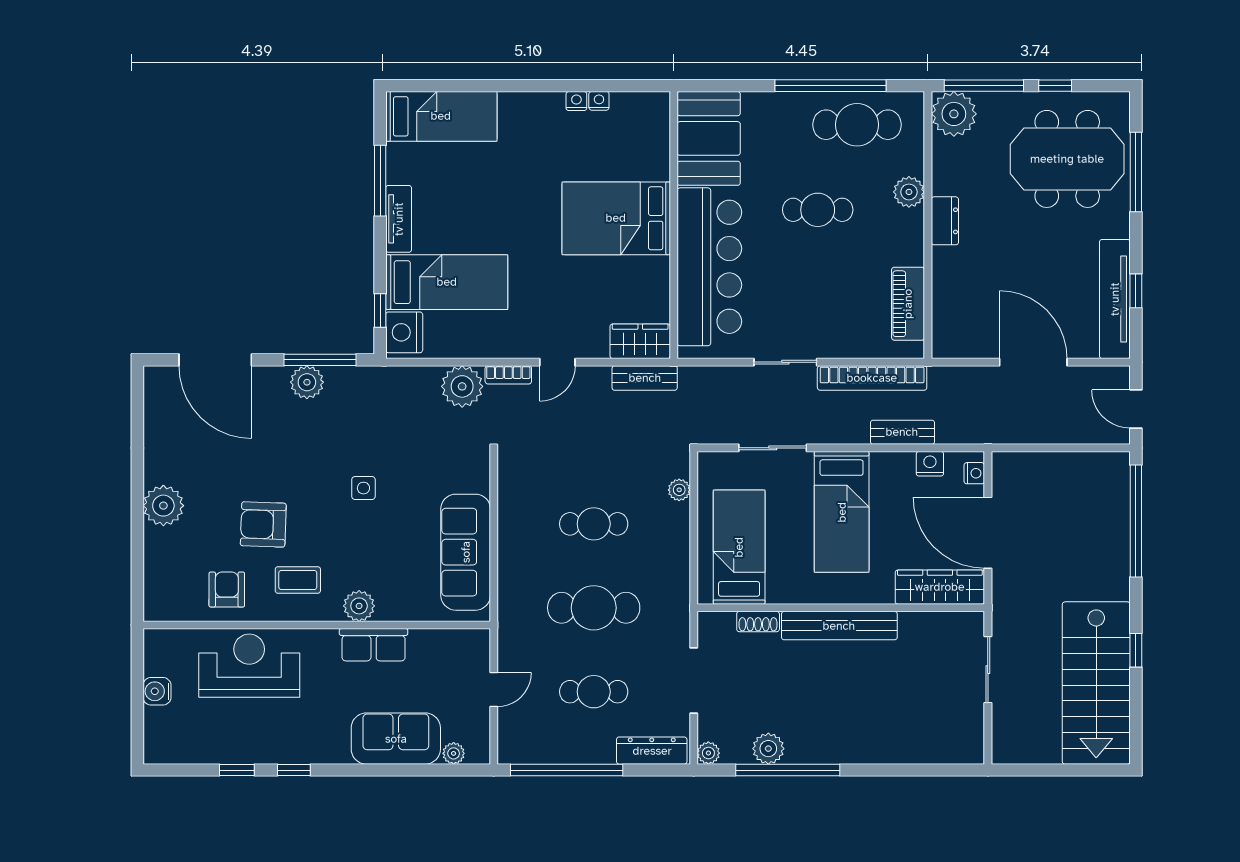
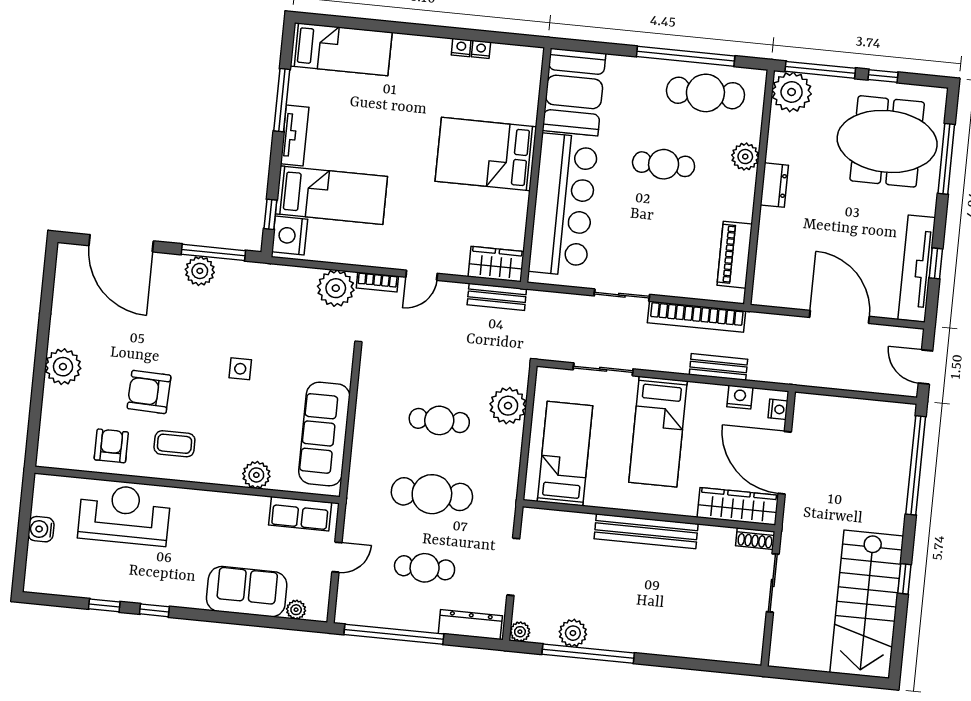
plant: (679, 490) -> (508, 406), width x1.87, depth x1.87
plant: (359, 606) -> (256, 475), moved
shoe rack: (758, 622) -> (755, 539), moved
row of seats: (374, 645) -> (300, 514), moved

